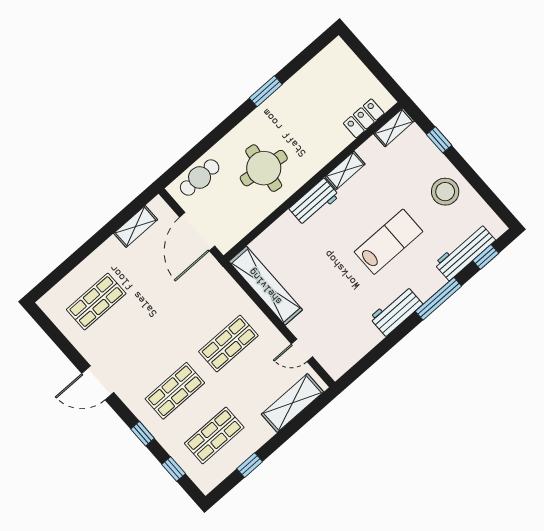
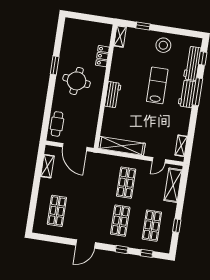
locker: (364, 118) -> (102, 56), moved
round table: (264, 168) -> (77, 81), moved
shelving: (345, 170) -> (181, 146), moved
workbench: (396, 311) -> (187, 94), moved

